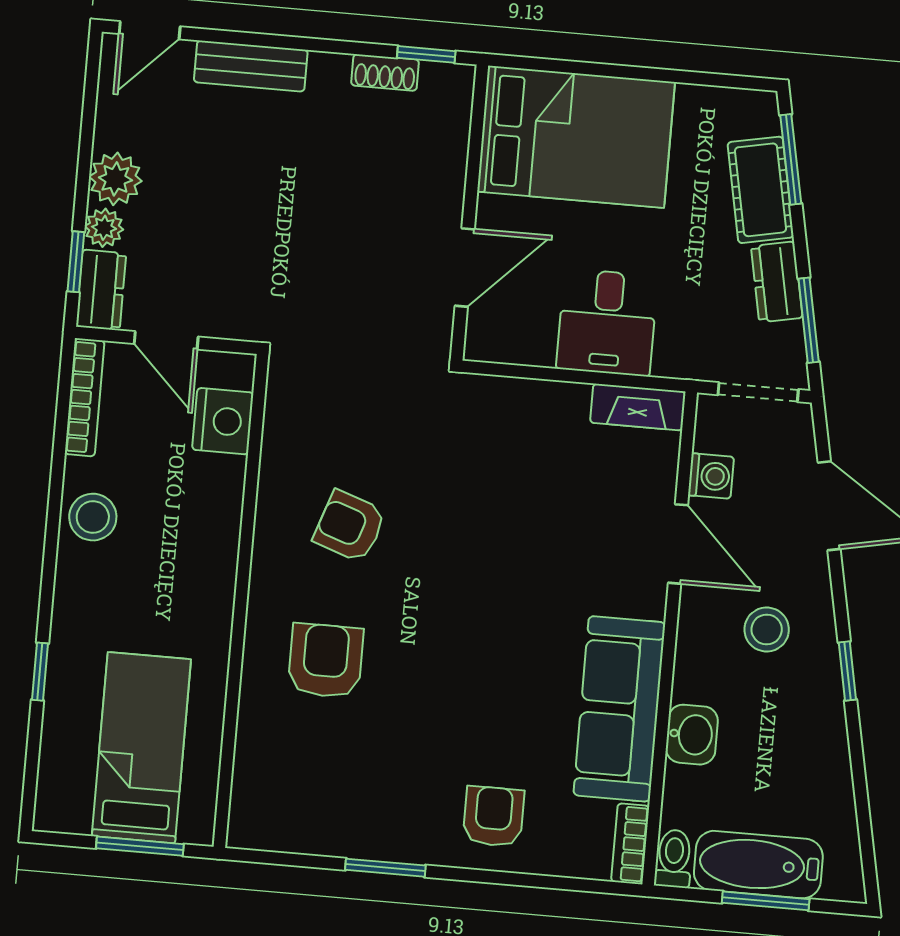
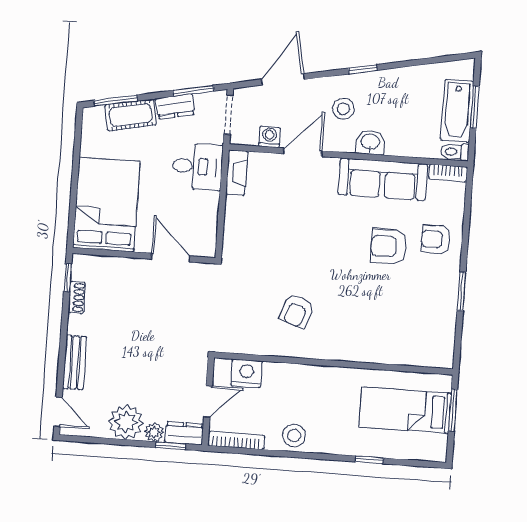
plant: (115, 179) -> (126, 422), width x1.36, depth x1.36
desk: (607, 322) -> (198, 167), moved
armchair: (326, 661) -> (389, 246), moved
washbasin: (692, 735) -> (370, 142), moved

